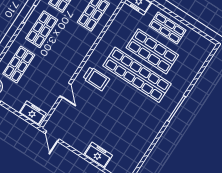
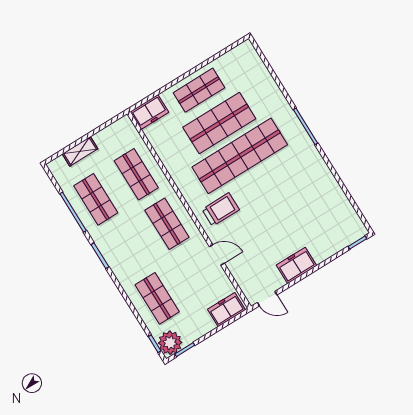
shop shelf: (42, 29) -> (167, 224), moved
freezer: (98, 155) -> (296, 265), moved

